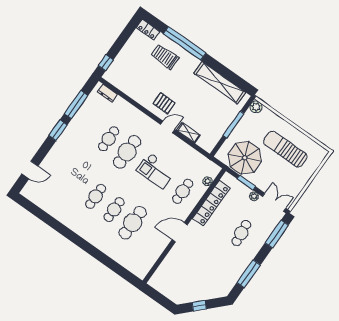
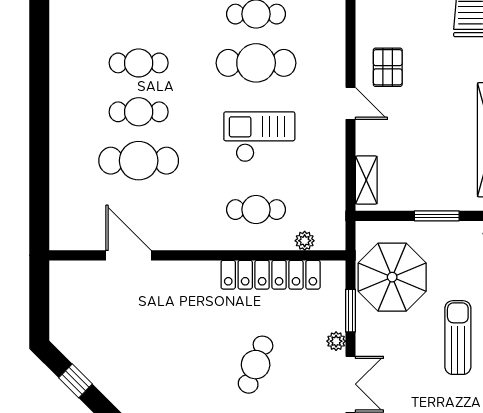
window: (233, 124) -> (437, 216), width x0.69
shelving: (188, 133) -> (366, 180), moved
sun lounger: (285, 149) -> (458, 338), width x0.73, depth x0.75
checkout: (156, 171) -> (259, 137), turned 90
door: (180, 232) -> (129, 255), moved
cafe table: (241, 233) -> (256, 365), turned -63

